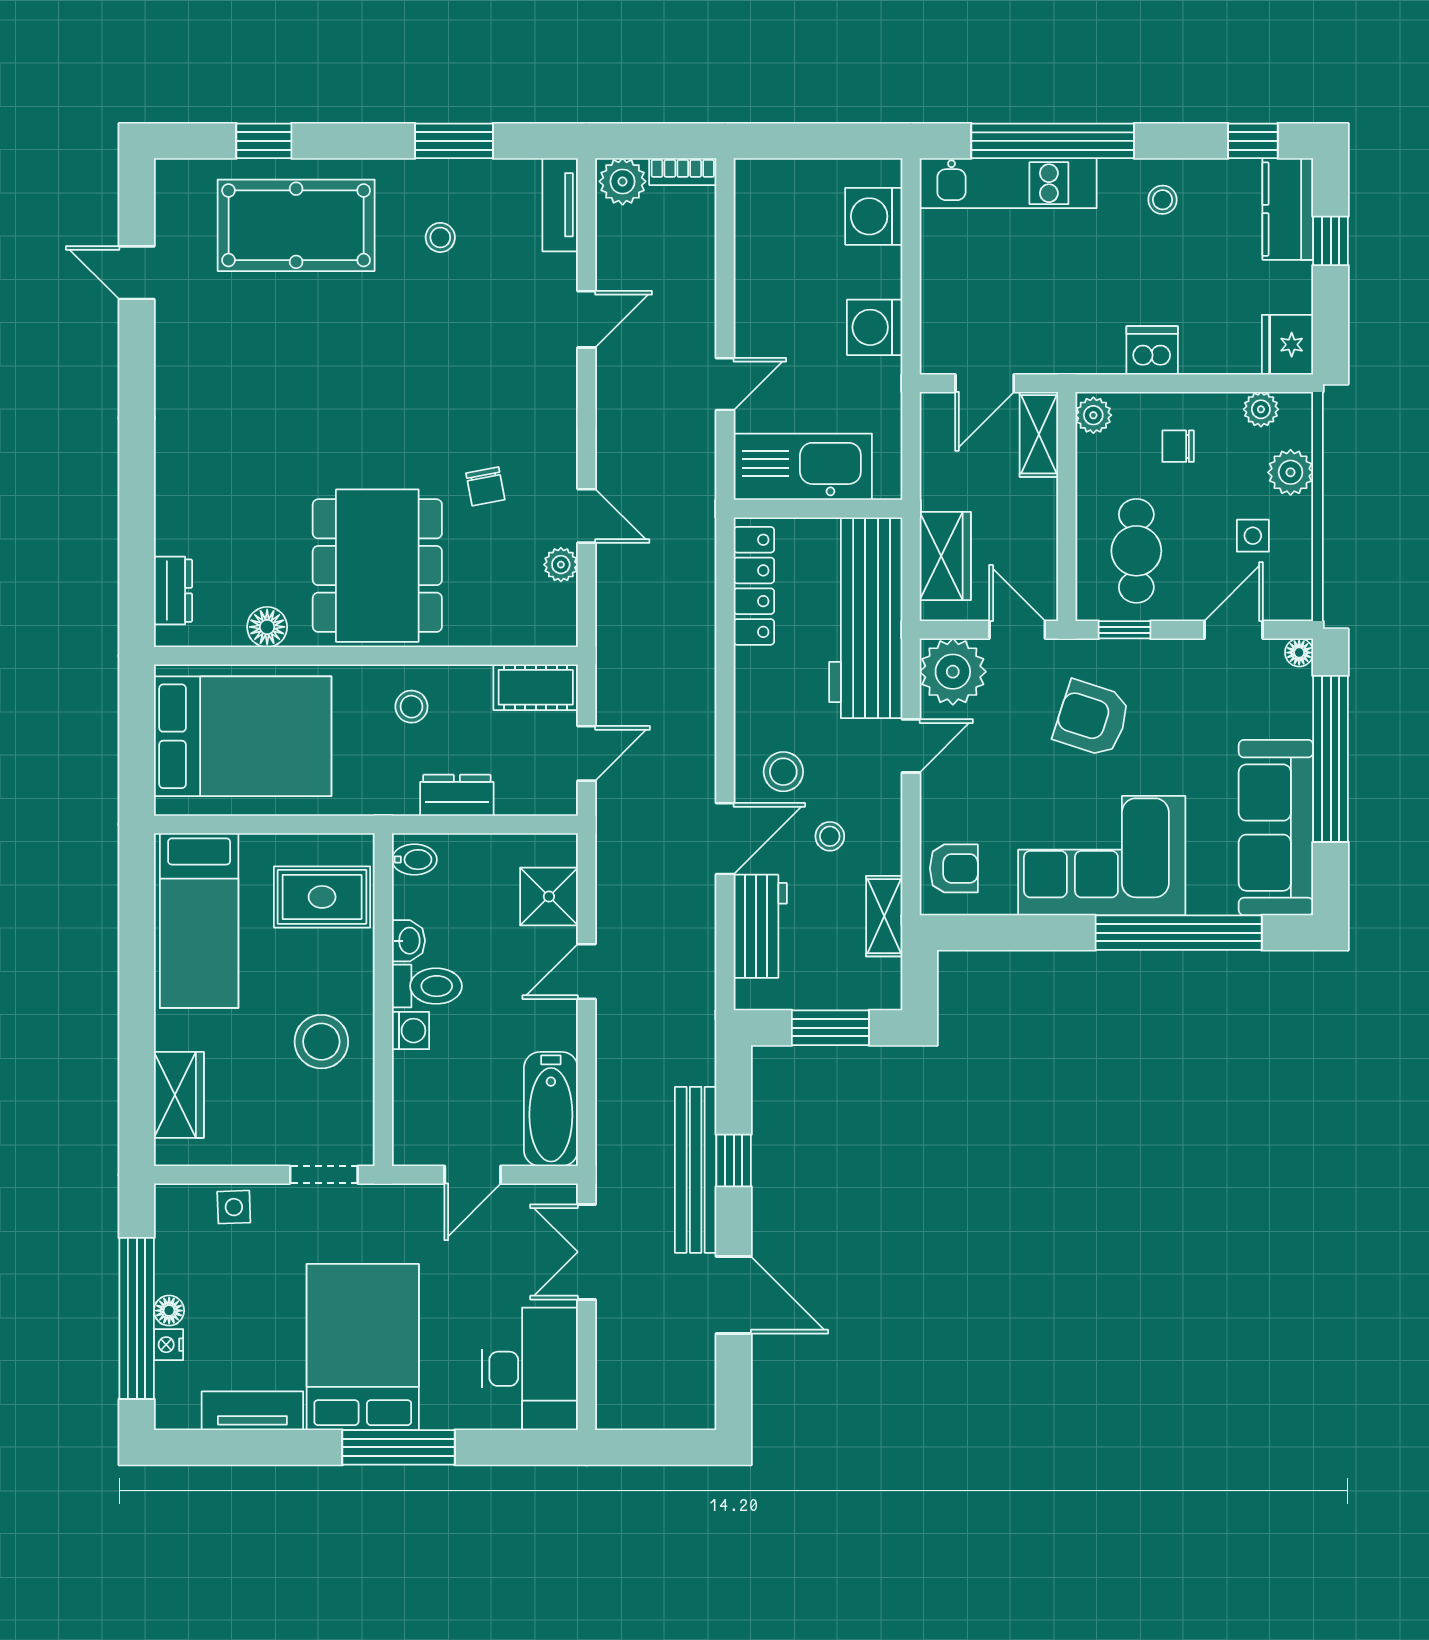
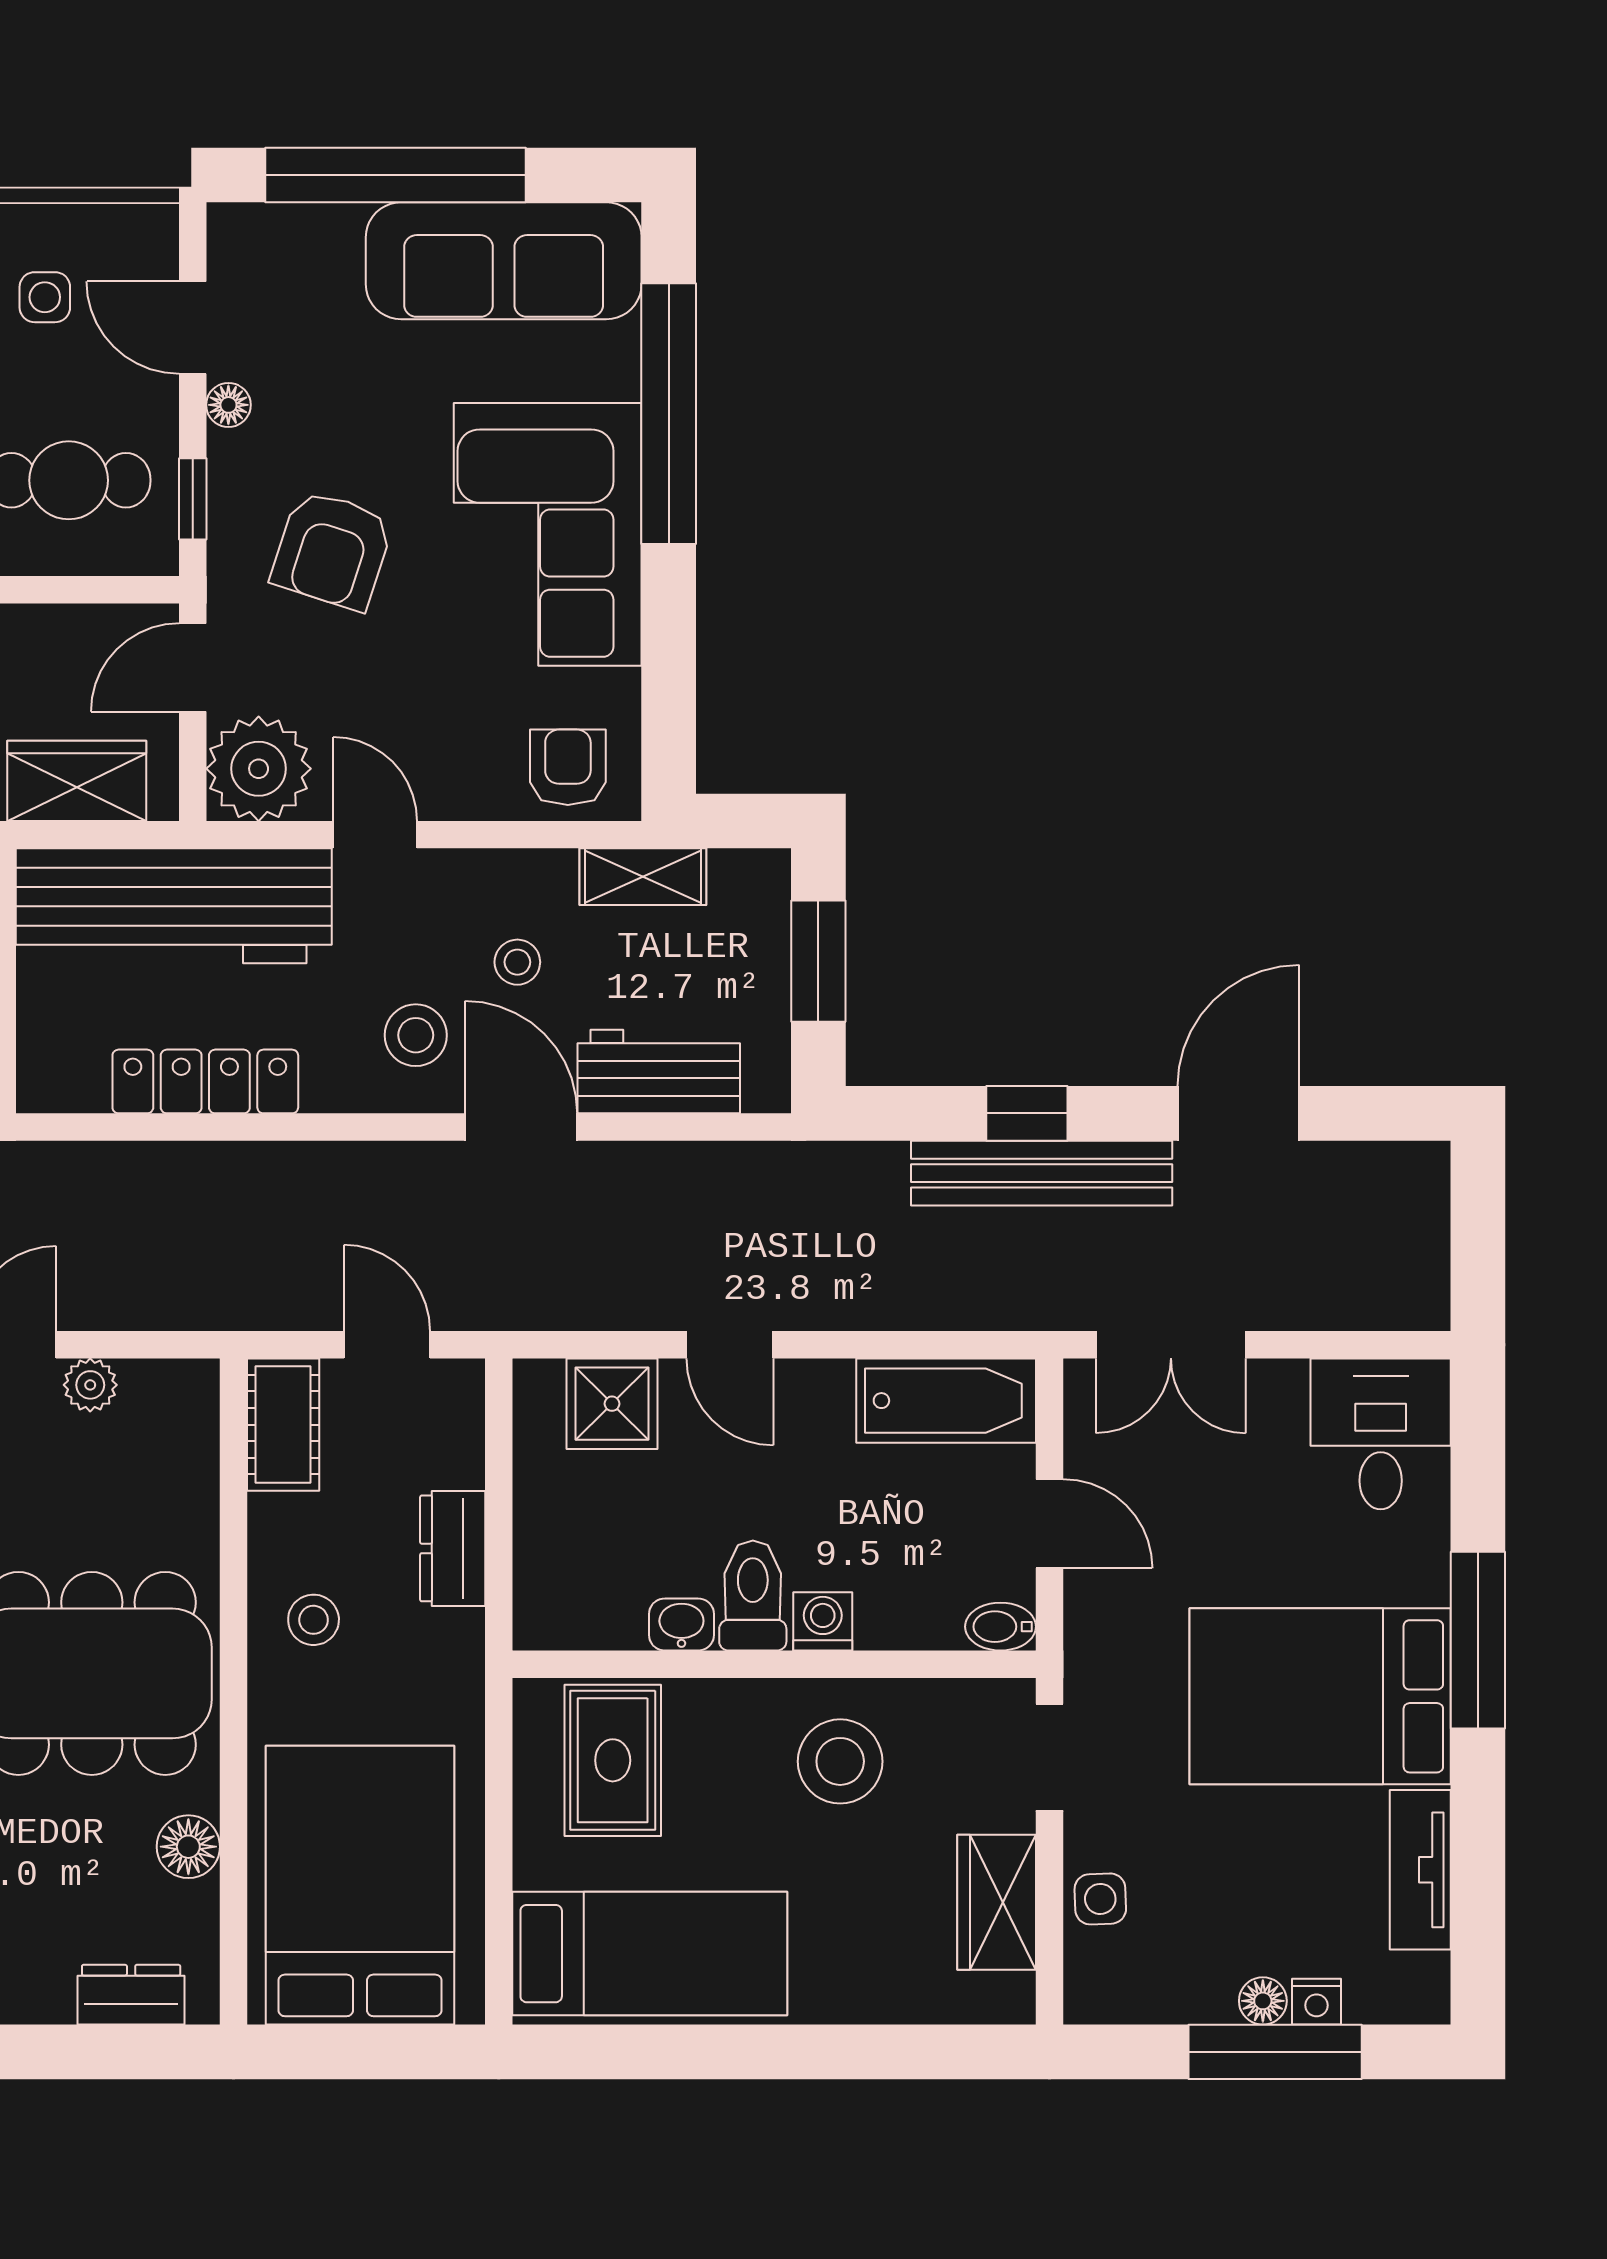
locker: (754, 586) -> (205, 1081), moved
floor lamp: (1299, 653) -> (228, 405), moved
bidet: (414, 860) -> (1001, 1627), moved, turned -90
wardrobe: (179, 1095) -> (997, 1902), moved, turned -90
window: (137, 1318) -> (1275, 2052), width x0.68
desk: (530, 1369) -> (1381, 1434), width x0.73

